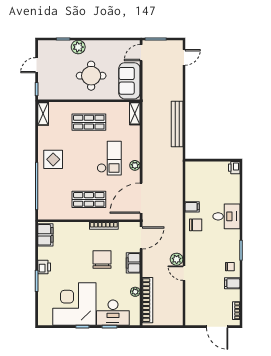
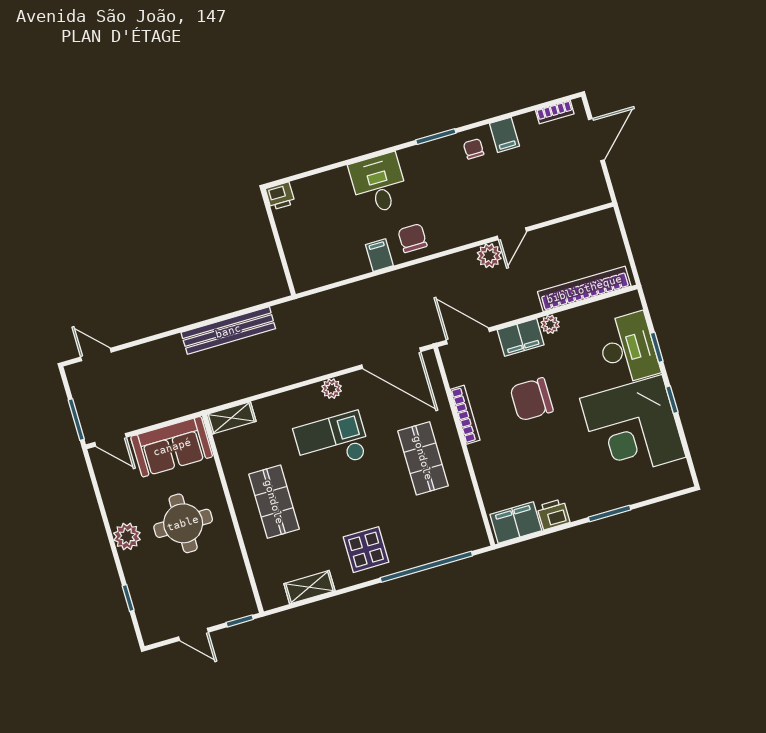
plant: (78, 47) -> (127, 536), moved
shelving: (43, 114) -> (309, 587), moved
printer: (44, 267) -> (553, 514), moved
plant: (135, 292) -> (550, 324), moved

